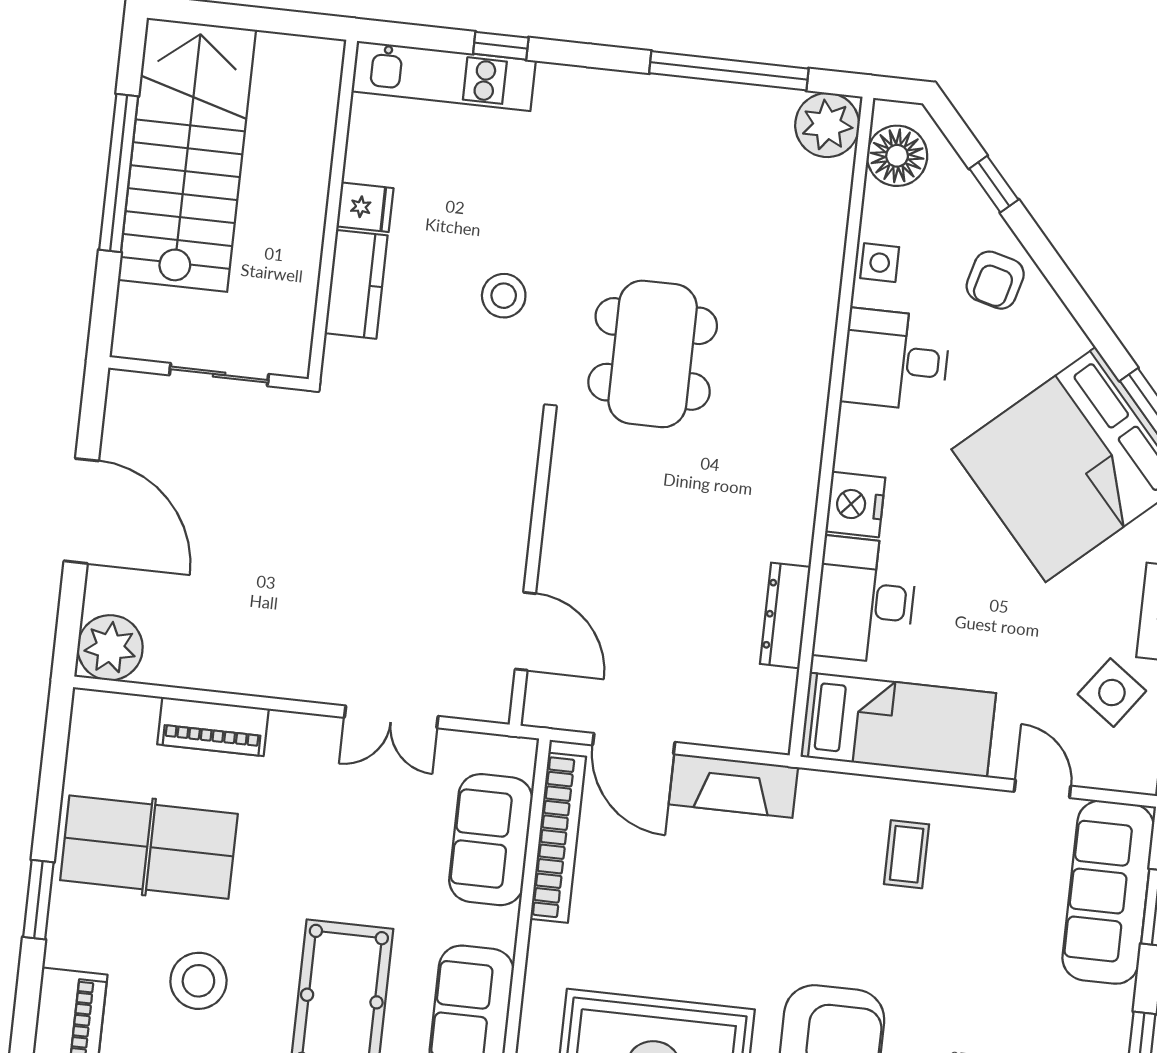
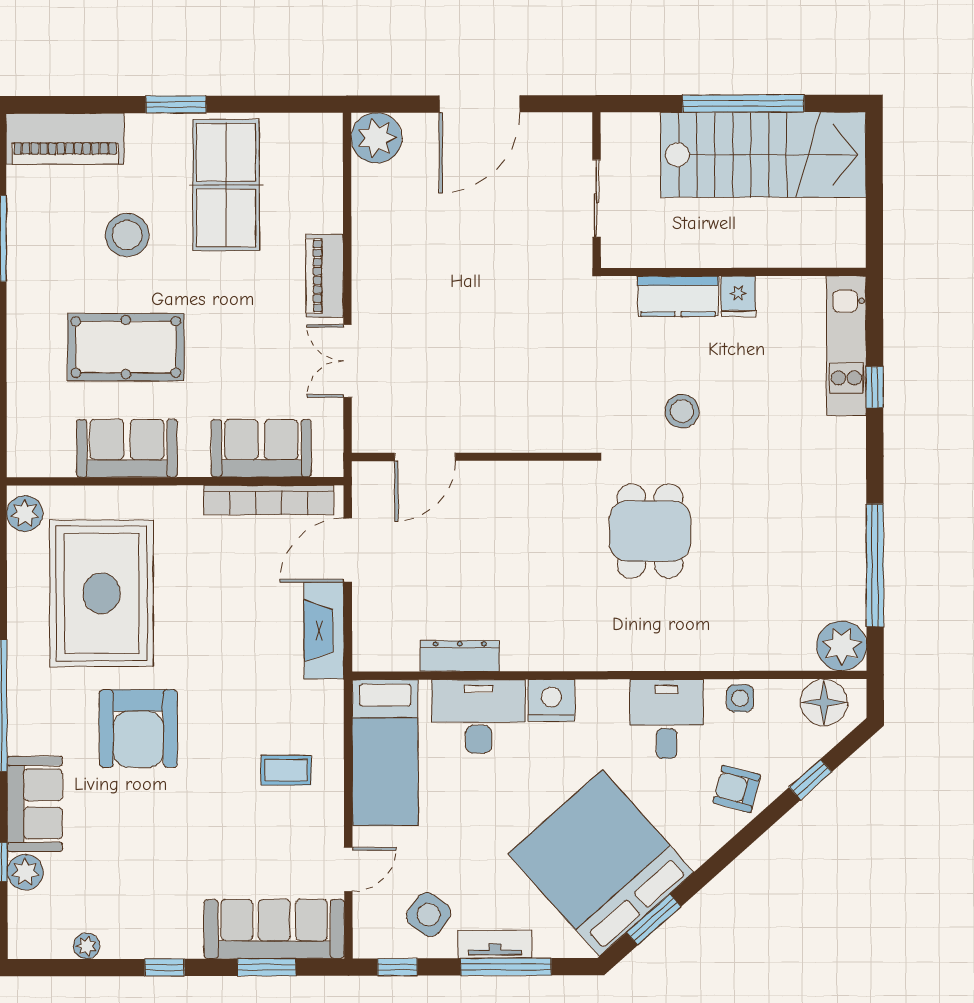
dining table: (653, 354) -> (650, 531), width x0.73
piano: (213, 727) -> (325, 276), moved

